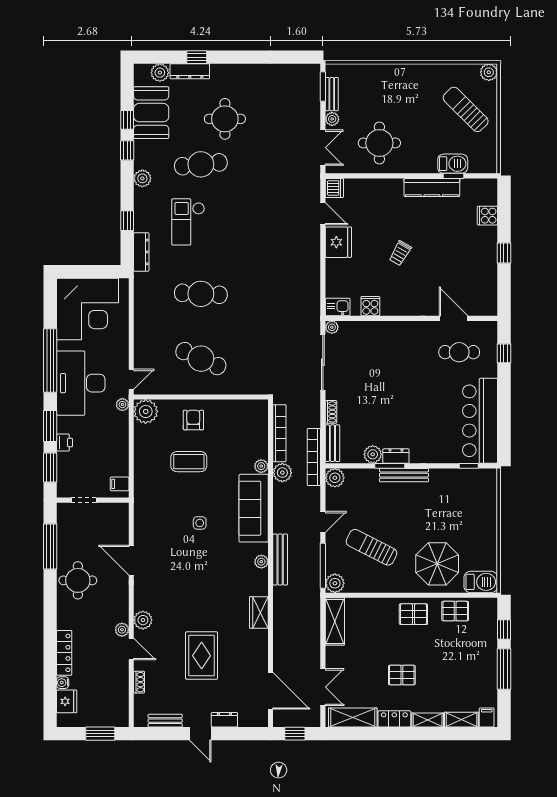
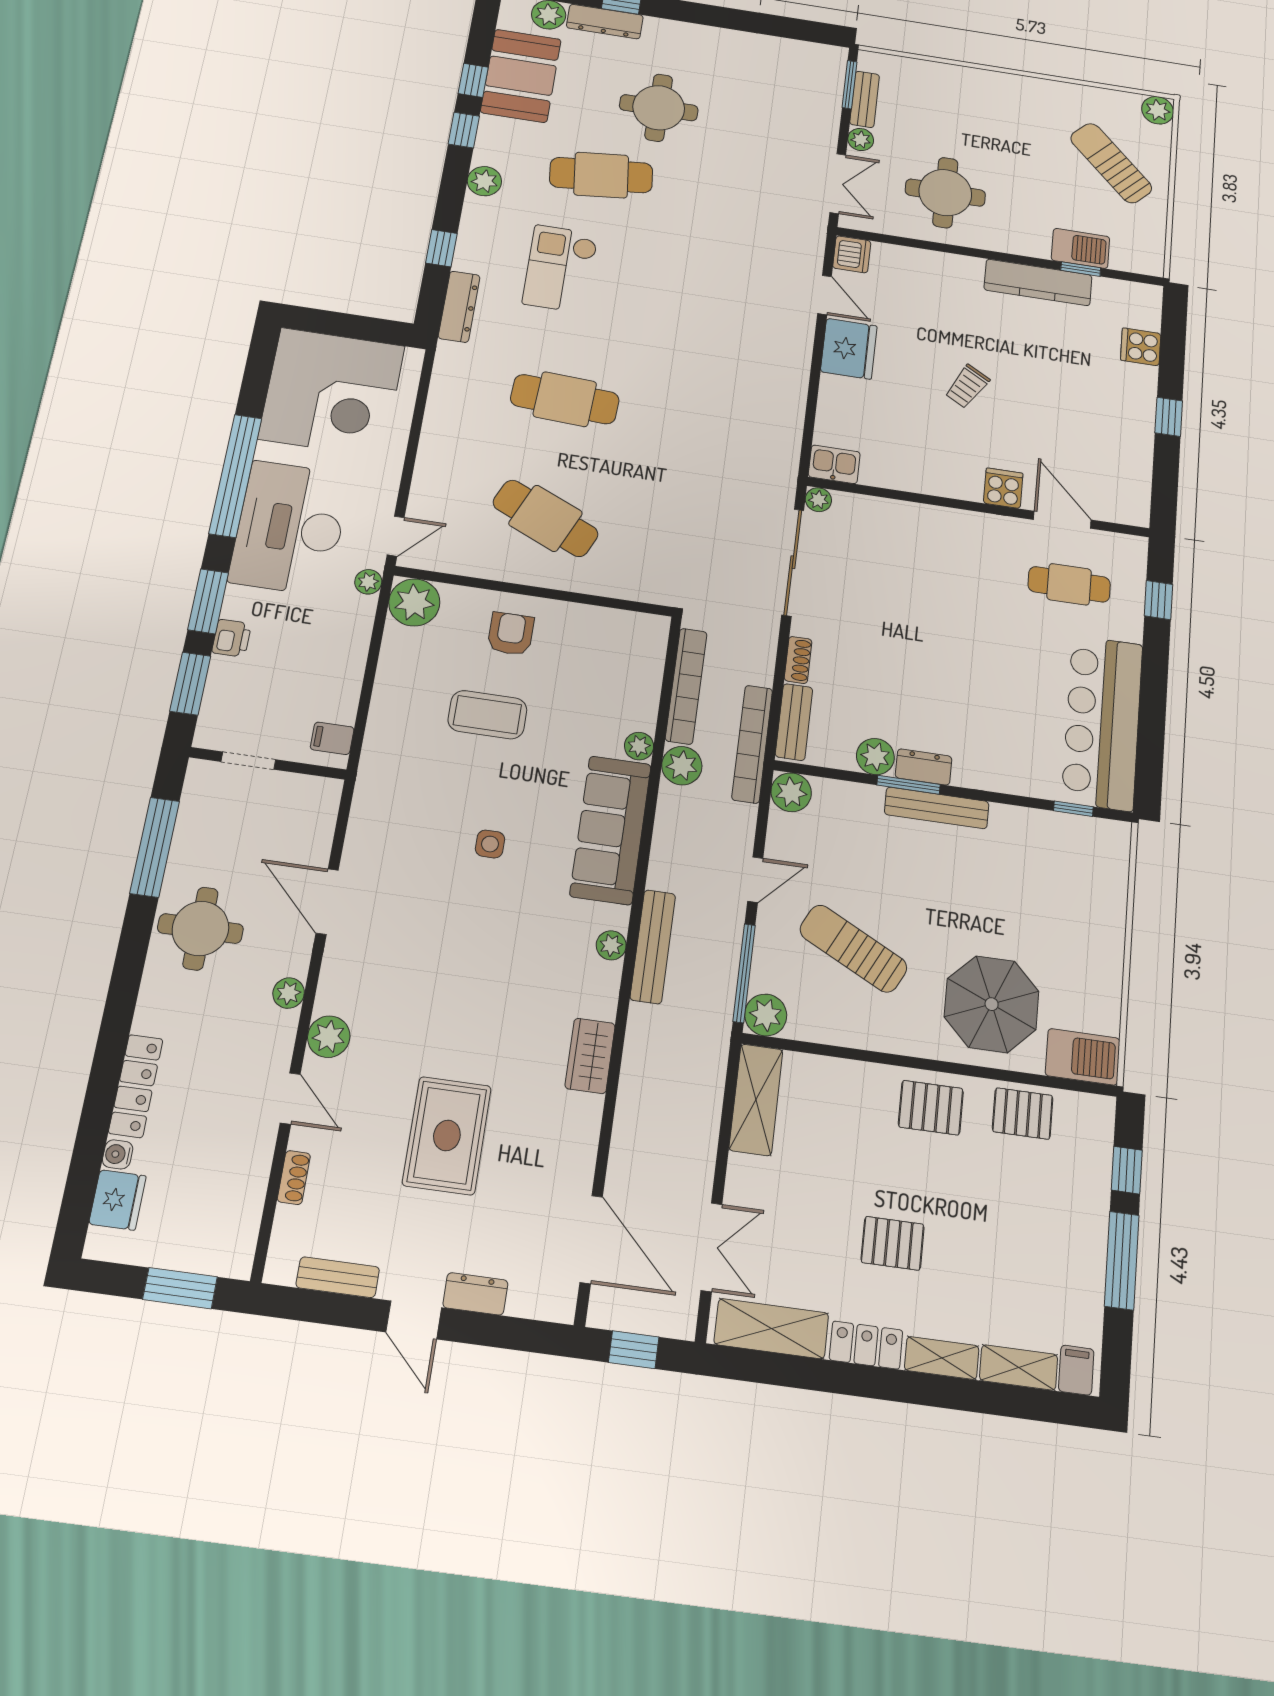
cooker: (370, 306) -> (1003, 488), moved
plant: (122, 630) -> (289, 993), moved

